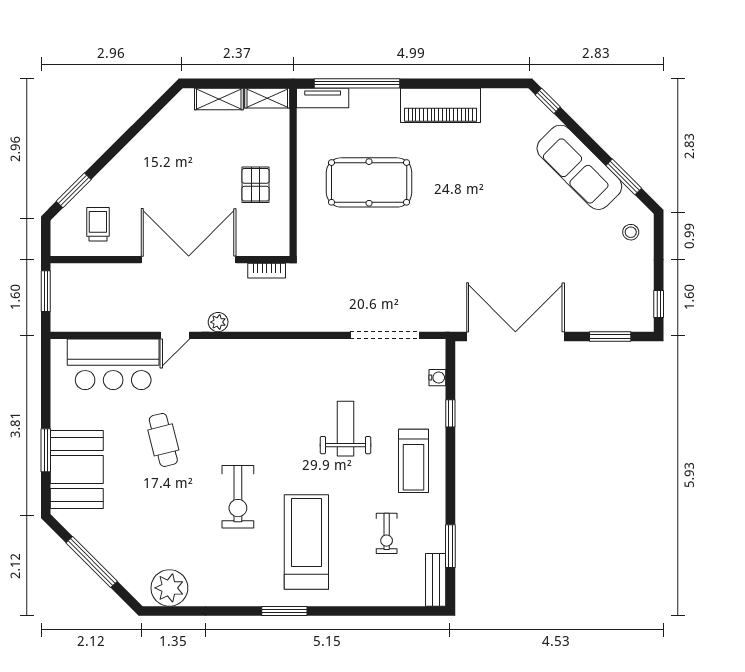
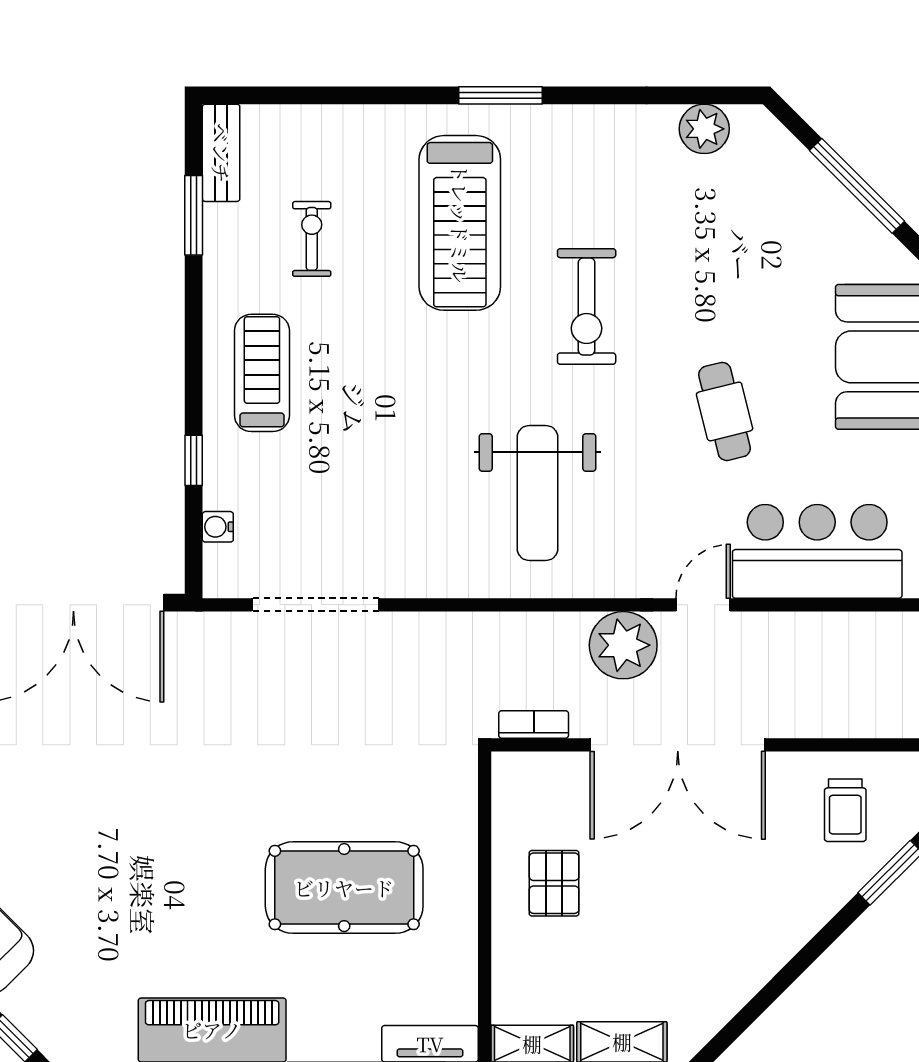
plant: (218, 322) -> (623, 645), width x1.88, depth x1.88
weight bench: (345, 429) -> (538, 493), moved, width x1.36, depth x1.33
exercise bike: (238, 497) -> (587, 306), turned 180
plant: (169, 588) -> (704, 129), width x0.73, depth x0.73

